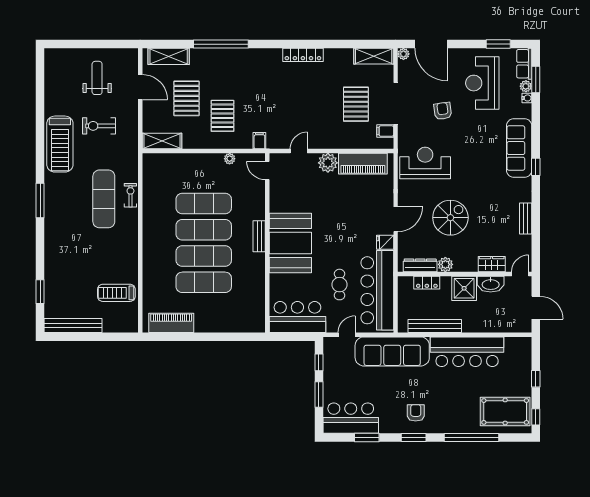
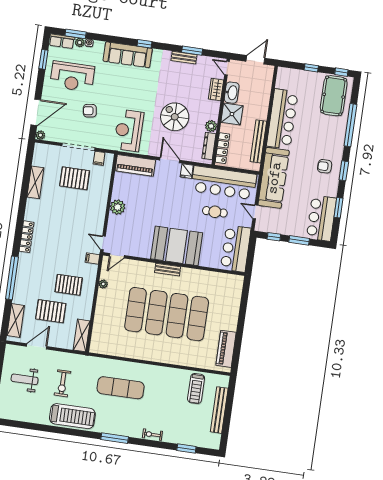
locker: (303, 55) -> (27, 237), moved
shelving: (374, 56) -> (35, 182), moved
door: (299, 151) -> (103, 243), moved
piano: (363, 164) -> (135, 165), moved, turned 90
exercise bike: (130, 195) -> (152, 435), moved
window: (536, 227) -> (192, 51), added
locker: (427, 283) -> (222, 148), width x1.53
bench: (73, 325) -> (219, 410), moved

